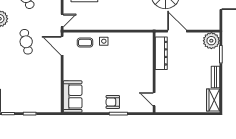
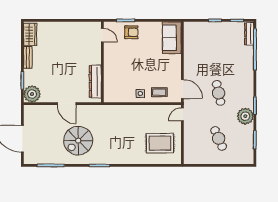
dresser: (161, 53) -> (95, 81), moved
wall: (154, 72) -> (102, 62), moved
door: (154, 99) -> (102, 35), moved

